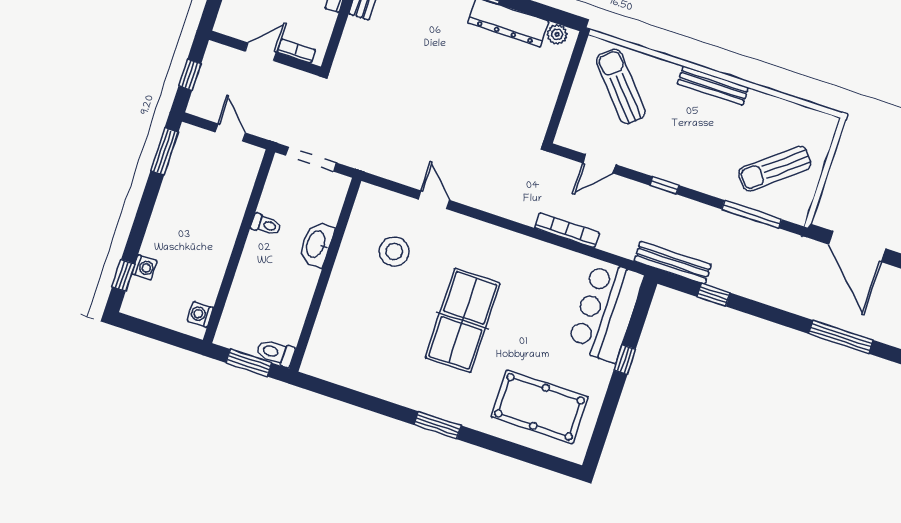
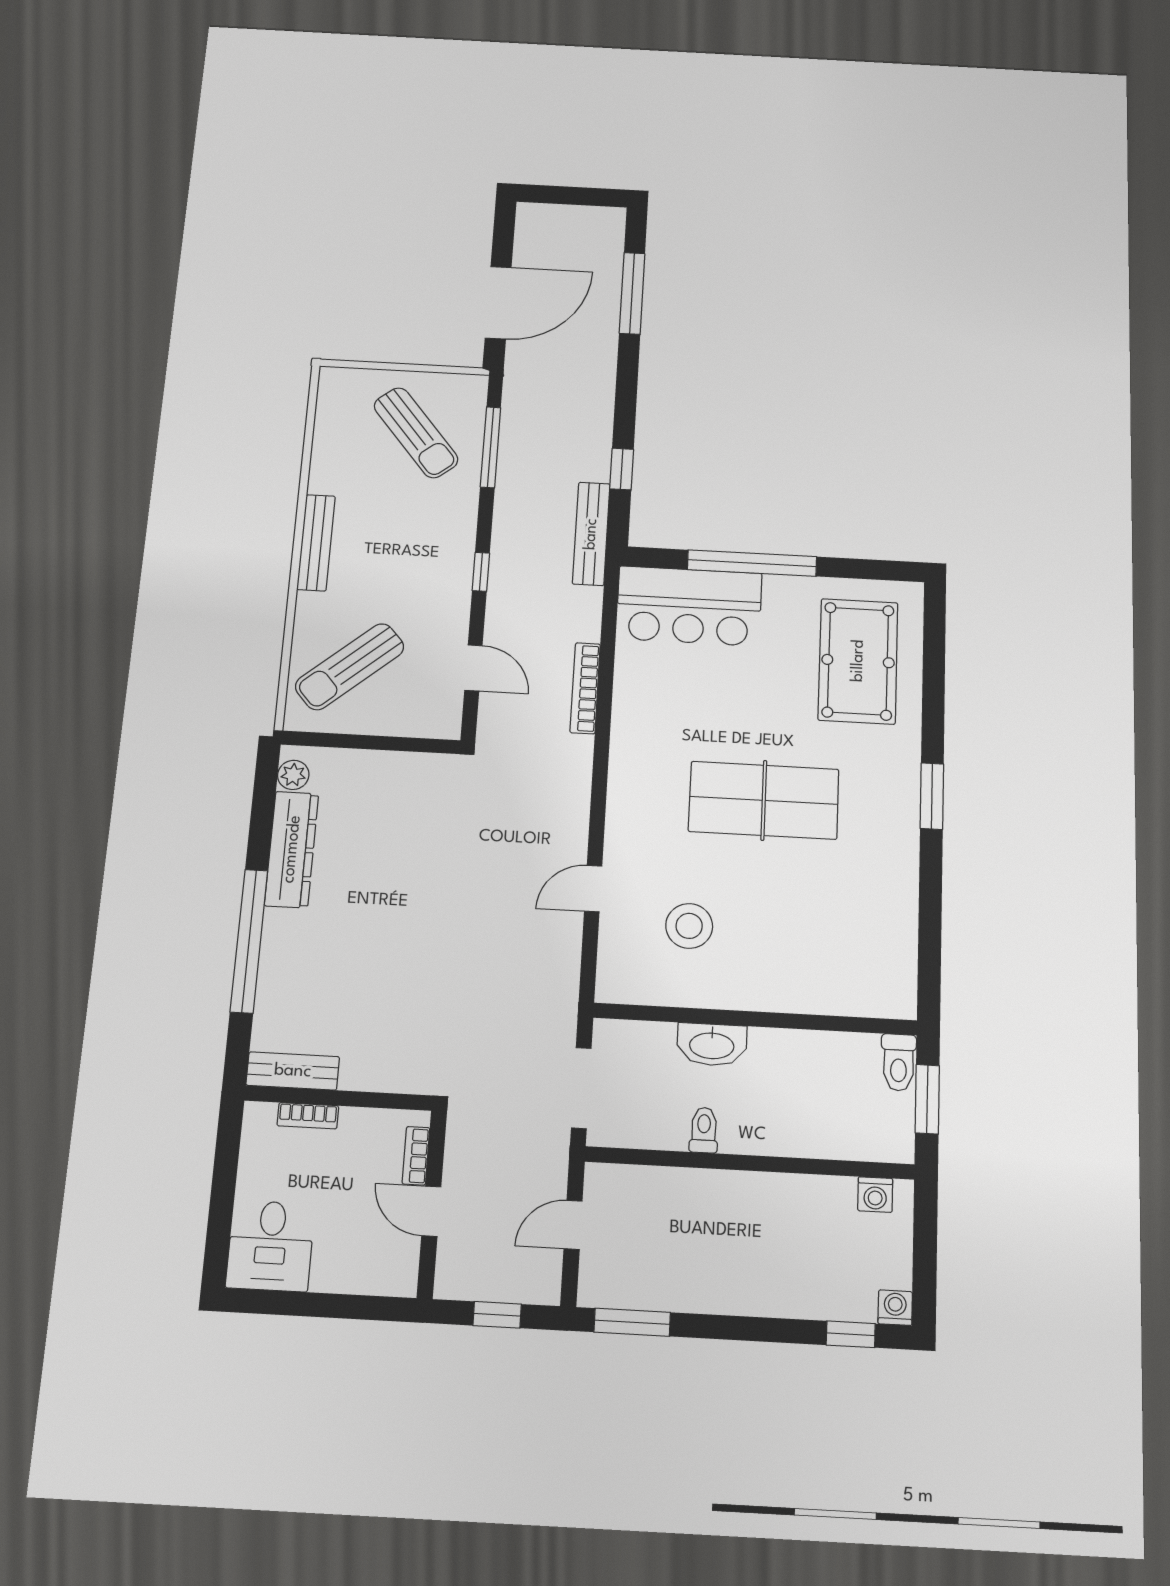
washing machine: (144, 267) -> (895, 1308), moved
window: (625, 360) -> (752, 563), width x3.17

